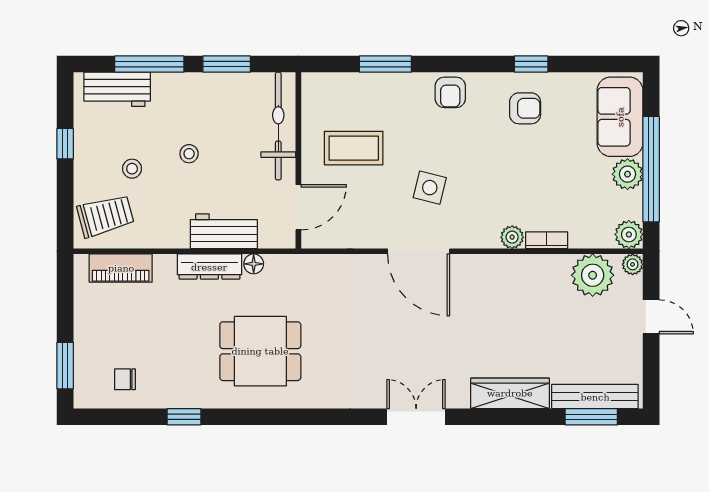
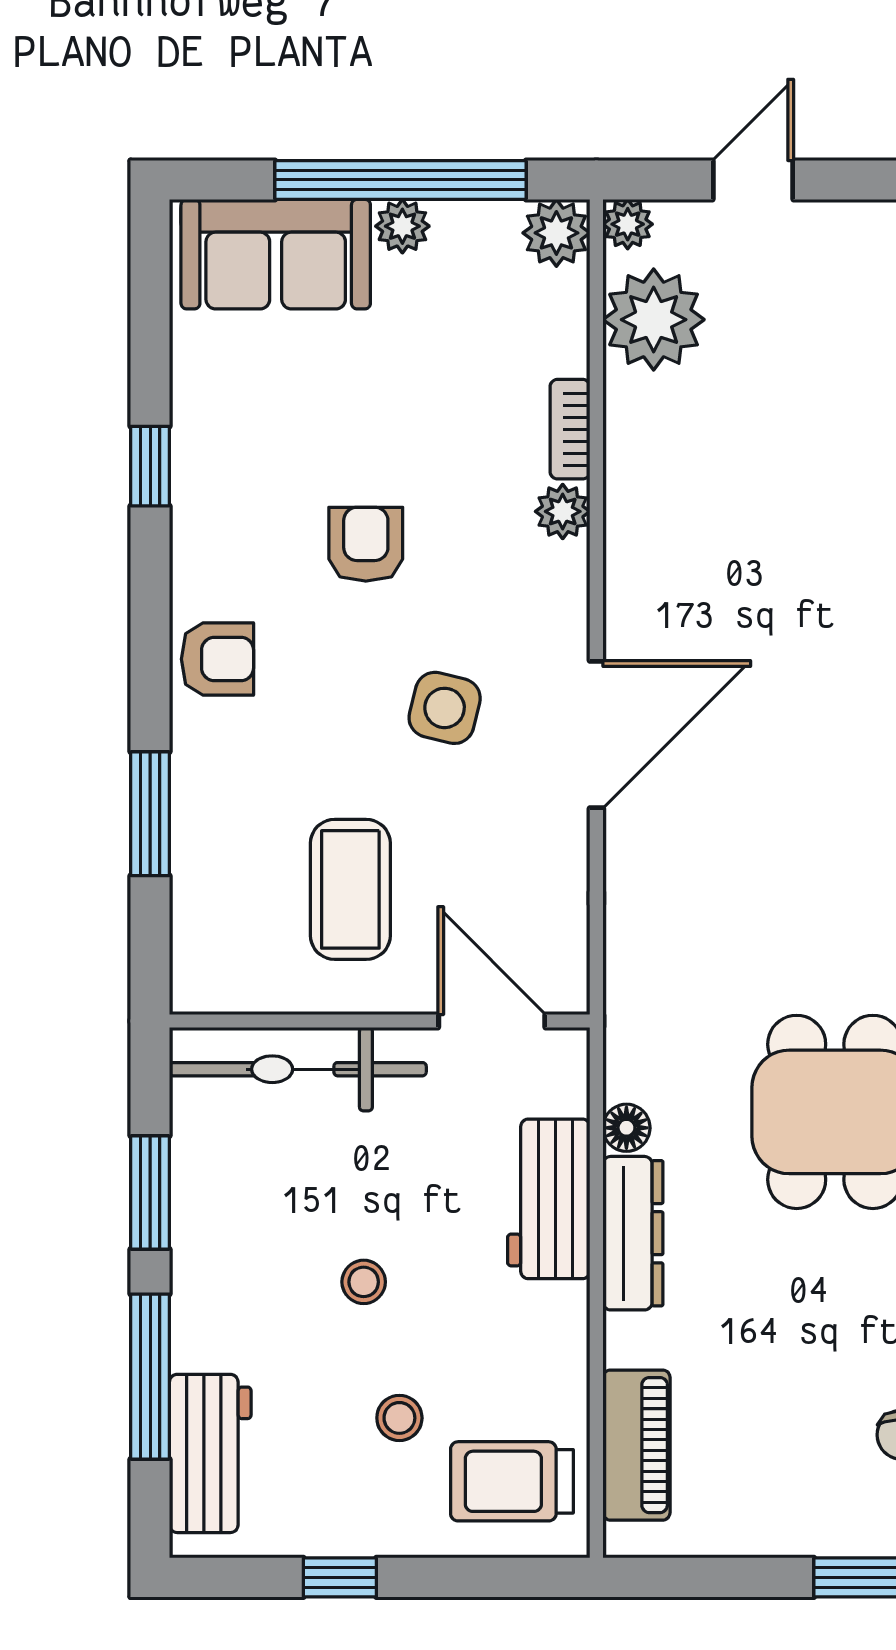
armchair: (525, 108) -> (366, 544), moved
plant: (628, 174) -> (402, 226), width x0.73, depth x0.73
trolley: (105, 216) -> (512, 1481), turned -75

